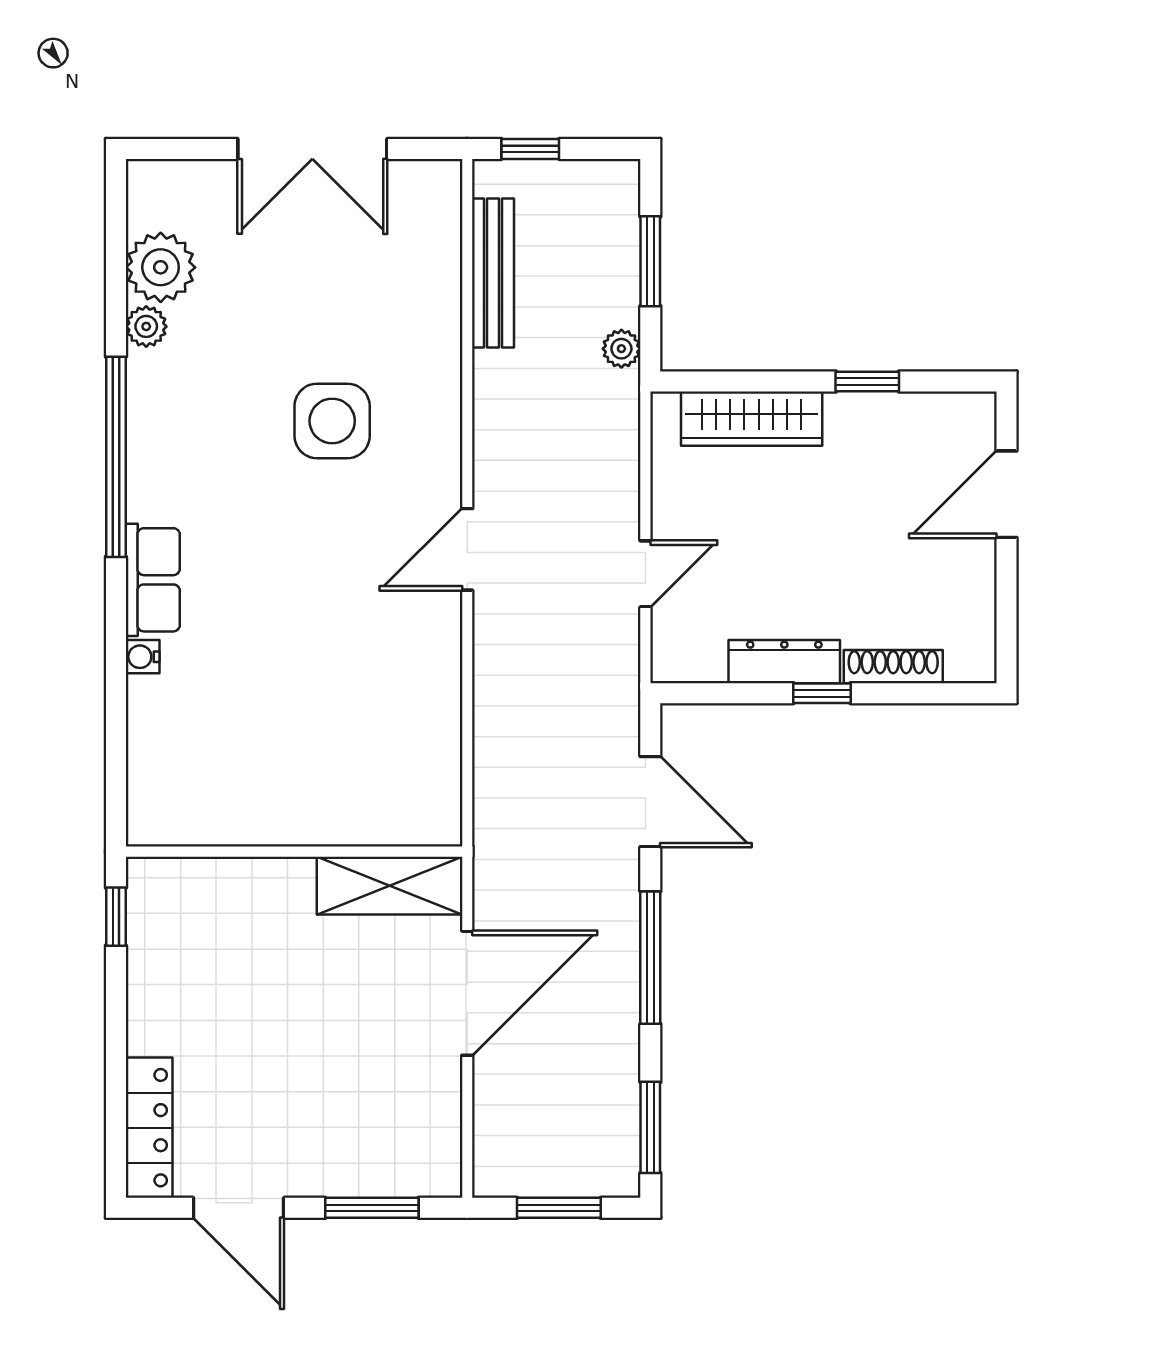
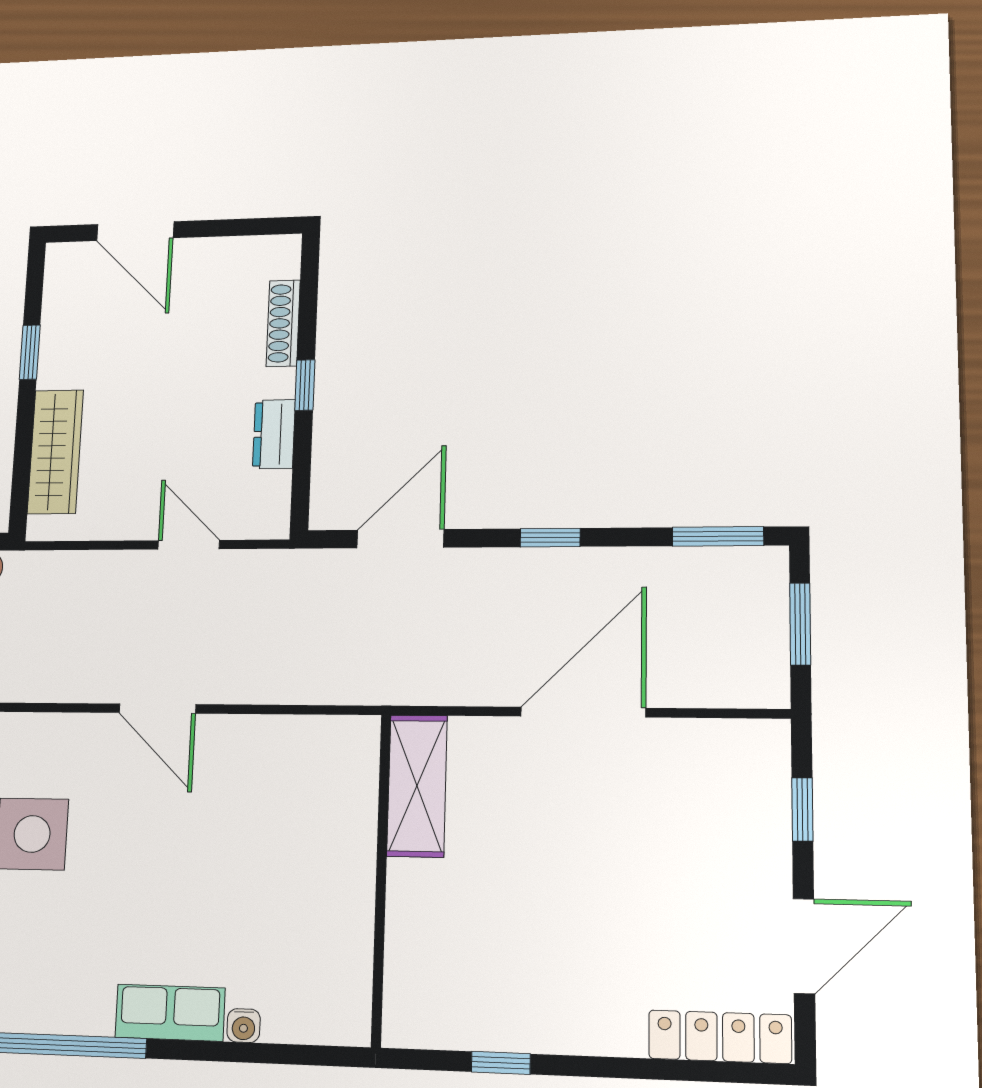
dresser: (784, 662) -> (274, 434), width x0.70
wall: (294, 852) -> (381, 879), moved
shelving: (390, 886) -> (417, 786), moved
window: (650, 958) -> (550, 538), width x0.46
door: (467, 993) -> (583, 712), hinge flipped
window: (372, 1208) -> (802, 809), width x0.67

